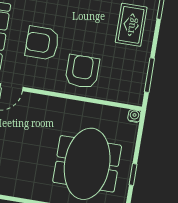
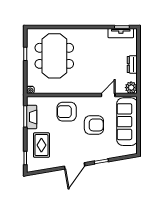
armchair: (82, 72) -> (67, 112), turned 90
fireplace: (139, 72) -> (32, 117), added

